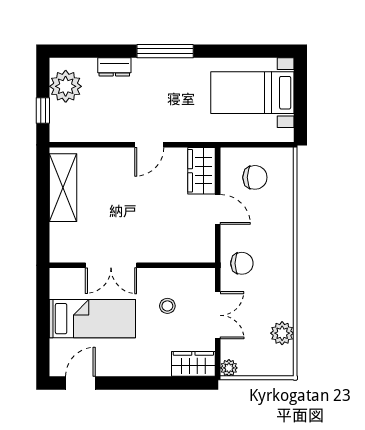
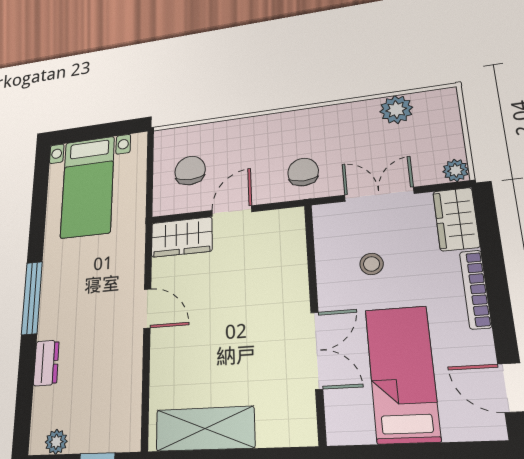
plant: (66, 86) -> (56, 442), width x0.53, depth x0.53
bookcase: (144, 370) -> (475, 289), added

